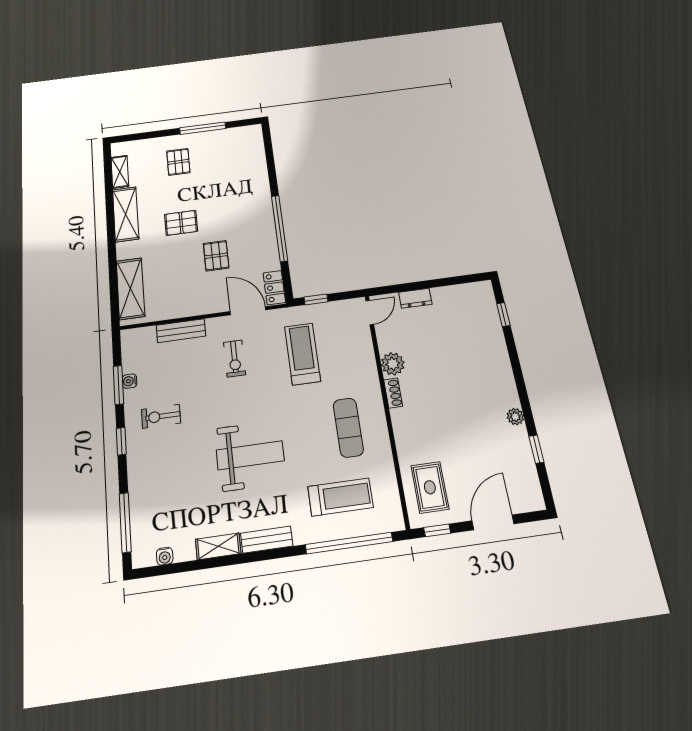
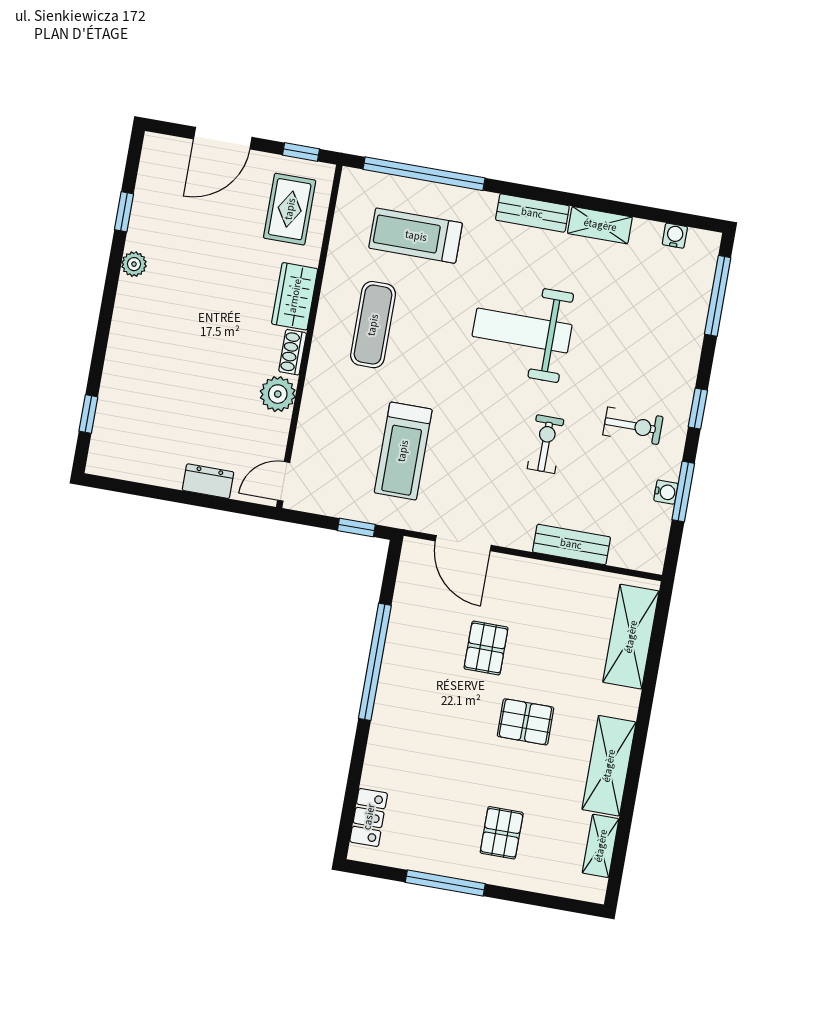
locker: (274, 288) -> (369, 817), moved
exercise bike: (235, 358) -> (546, 444), moved
wardrobe: (405, 429) -> (295, 296), added

